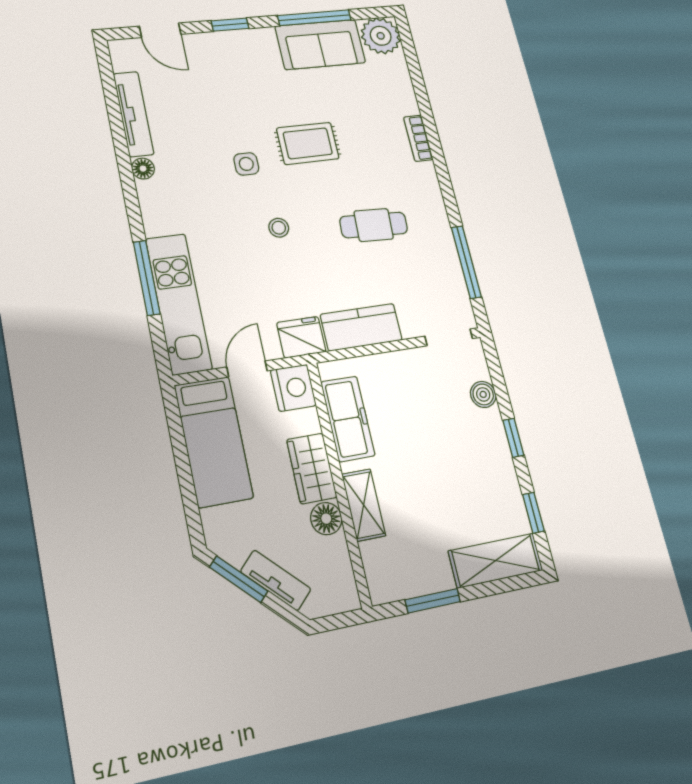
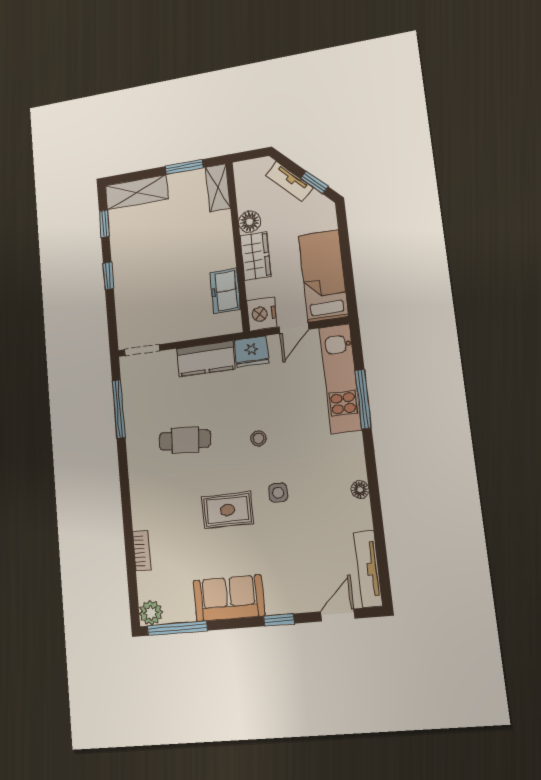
window: (314, 18) -> (177, 628), moved
door: (160, 30) -> (338, 615), hinge flipped
plant: (381, 36) -> (151, 613), width x0.73, depth x0.73
sofa: (320, 44) -> (229, 598), moved
tv unit: (133, 114) -> (368, 569), moved
bookcase: (418, 138) -> (142, 551), moved
boiler: (483, 394) -> (124, 307), removed
freezer: (348, 419) -> (225, 291), width x0.71
shelving: (364, 505) -> (218, 188), moved
window: (239, 579) -> (314, 183), width x0.67

